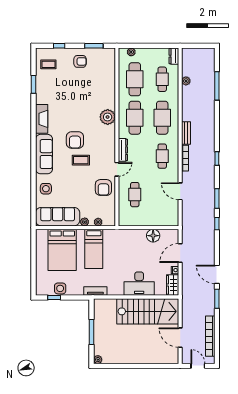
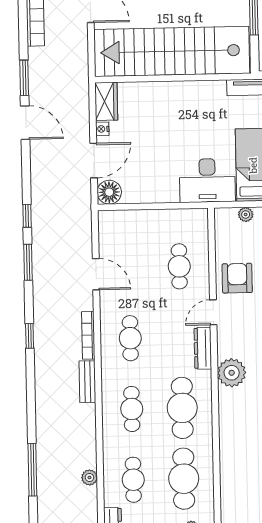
plant: (108, 117) -> (232, 373), moved
cafe table: (162, 118) -> (132, 409), width x0.73, depth x0.74
floor lamp: (153, 236) -> (109, 192), moved
desk: (139, 284) -> (207, 180), moved, turned 180
stairs: (148, 311) -> (172, 51), width x1.36

